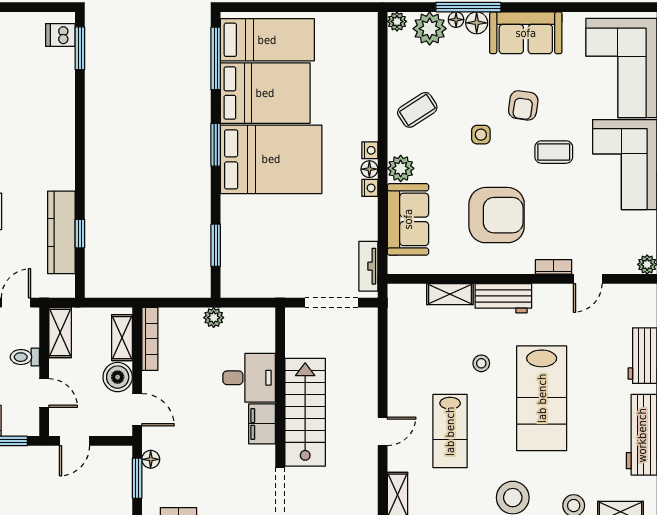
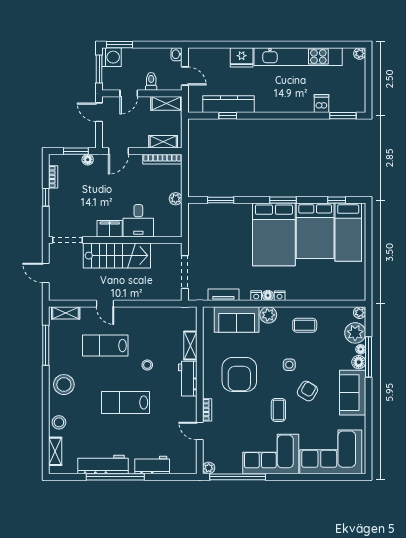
dishwasher: (60, 35) -> (322, 104), moved
window: (216, 58) -> (337, 200), width x0.46
armchair: (523, 105) -> (307, 391), turned 113
coffee table: (417, 110) -> (305, 325), turned -57
tv unit: (368, 266) -> (223, 295), moved
boiler: (118, 377) -> (139, 139), removed
lab bench: (542, 398) -> (126, 402), width x0.73, depth x0.72

